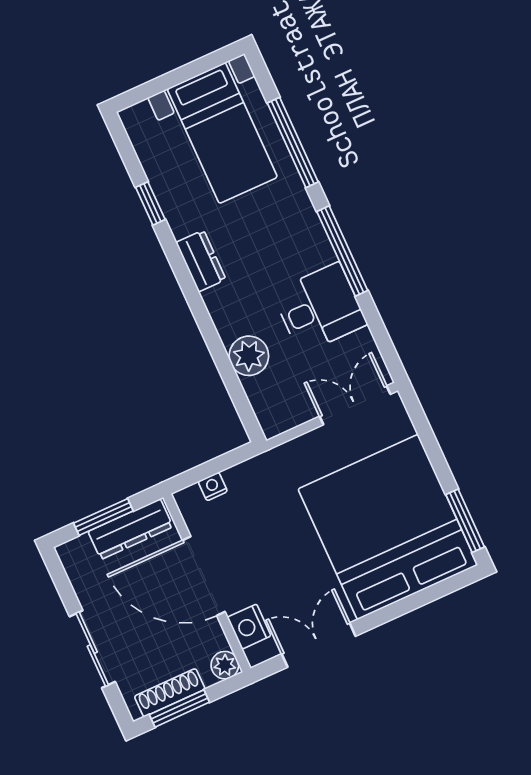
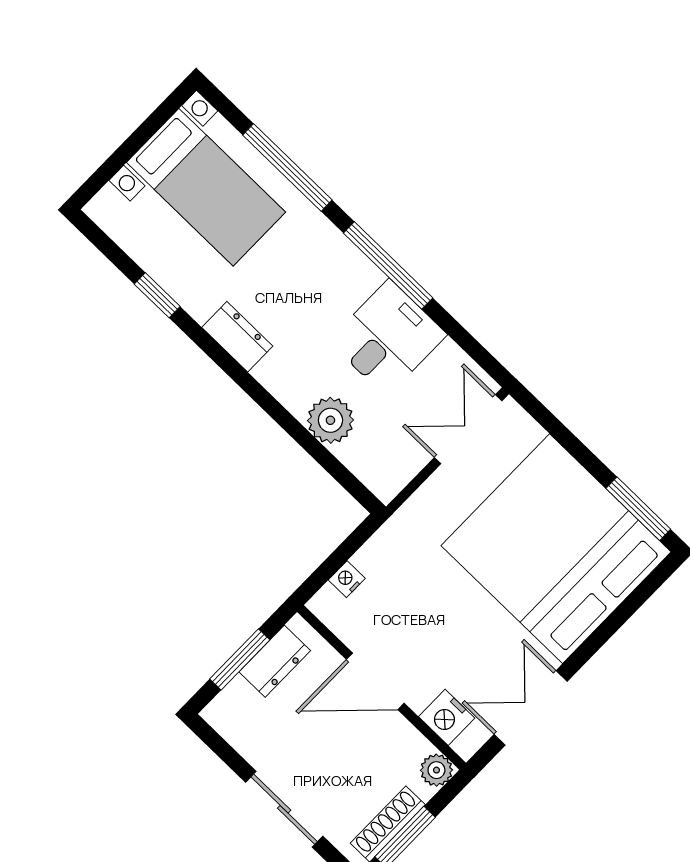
dresser: (130, 529) -> (275, 661), width x0.70
door: (204, 576) -> (375, 681), width x0.73

